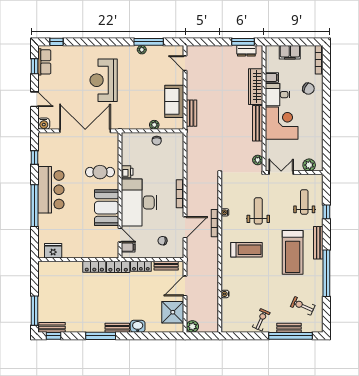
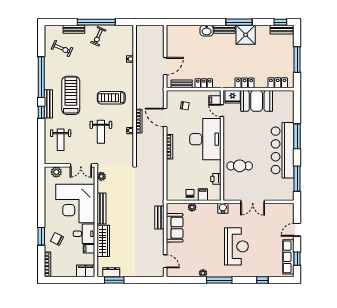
window: (57, 42) -> (262, 280), moved
window: (149, 42) -> (219, 280), moved
filing cabinet: (290, 52) -> (86, 271), moved
row of seats: (44, 62) -> (288, 257), width x1.48
window: (326, 92) -> (41, 236), added
door: (35, 99) -> (297, 230), hinge flipped
corner desk: (282, 123) -> (75, 204), width x1.36, depth x1.36
water cooler: (44, 124) -> (223, 208), moved
double door: (85, 131) -> (253, 202), width x0.54
filing cabinet: (142, 139) -> (203, 195), added
window: (35, 158) -> (297, 179), width x2.17
printer: (127, 172) -> (216, 179), moved
bar counter: (51, 190) -> (283, 150), width x1.36
window: (35, 206) -> (297, 136), width x0.68
booth: (107, 208) -> (257, 101), moved, turned 90
window: (326, 212) -> (41, 112), moved
door: (185, 227) -> (165, 118), hinge flipped
fridge: (53, 251) -> (233, 97), moved
locker: (118, 267) -> (278, 83), moved
window: (35, 311) -> (297, 60), moved
shower: (173, 312) -> (246, 35), moved
plant: (192, 327) -> (159, 30), removed
window: (291, 336) -> (96, 22), moved

